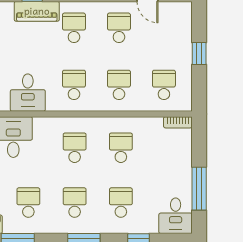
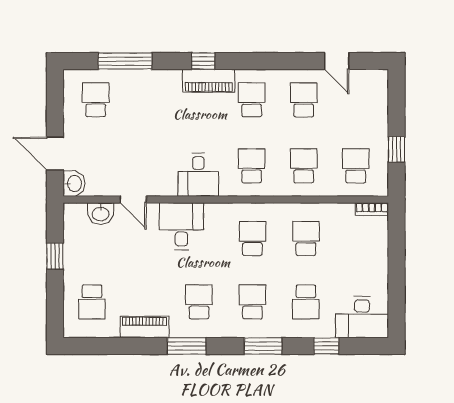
window: (199, 53) -> (396, 149), moved
window: (199, 189) -> (396, 286), removed
school desk: (121, 203) -> (306, 302), turned 180
desk: (176, 216) -> (362, 317), width x1.37

